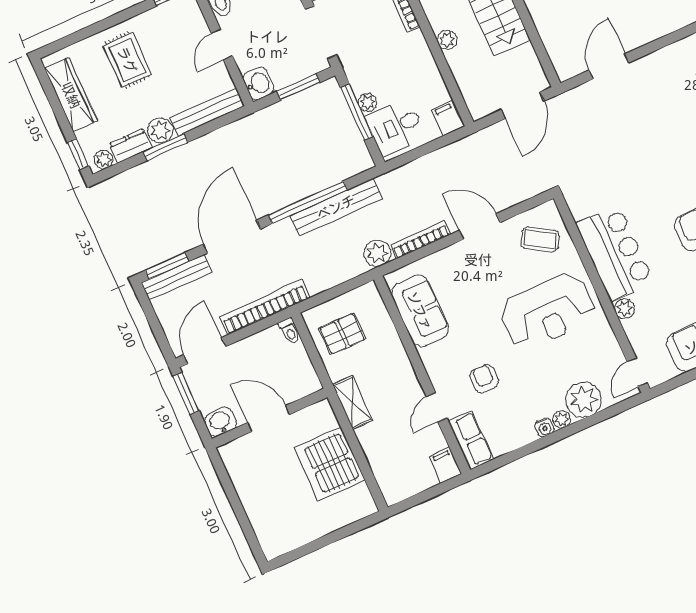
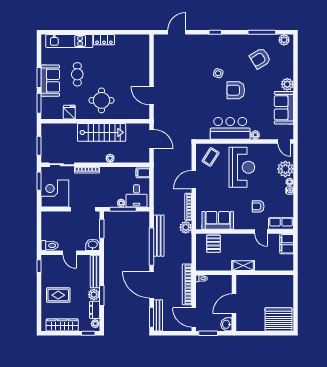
pallet: (342, 334) -> (213, 244), moved
server rack: (330, 464) -> (278, 319), moved, turned 180
filing cabinet: (445, 465) -> (287, 244), width x2.00

